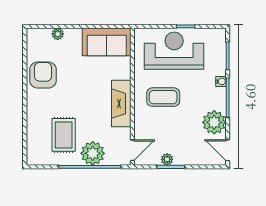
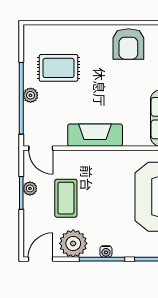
armchair: (43, 75) -> (128, 44), turned 90
water cooler: (221, 81) -> (106, 251), moved
coffee table: (163, 97) -> (66, 198), moved
plant: (93, 153) -> (31, 95), width x0.53, depth x0.53

